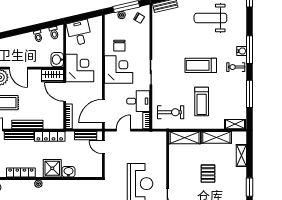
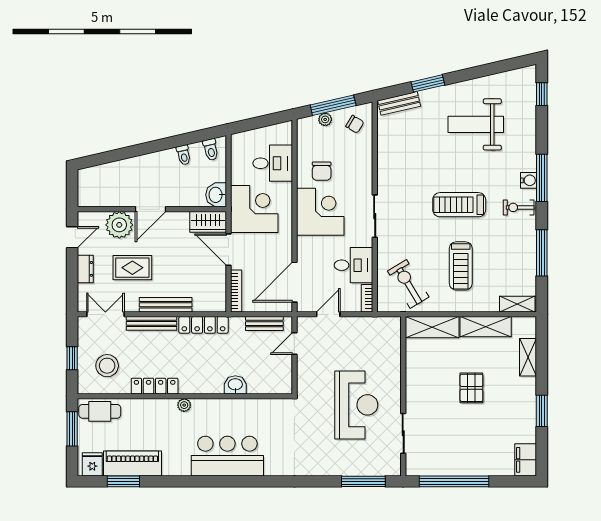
desk: (79, 33) -> (273, 163), moved, turned 103
door: (18, 68) -> (151, 209), hinge flipped
exercise bike: (171, 112) -> (408, 284), turned -121
door: (103, 147) -> (294, 344), hinge flipped
shower: (52, 168) -> (208, 379), removed

